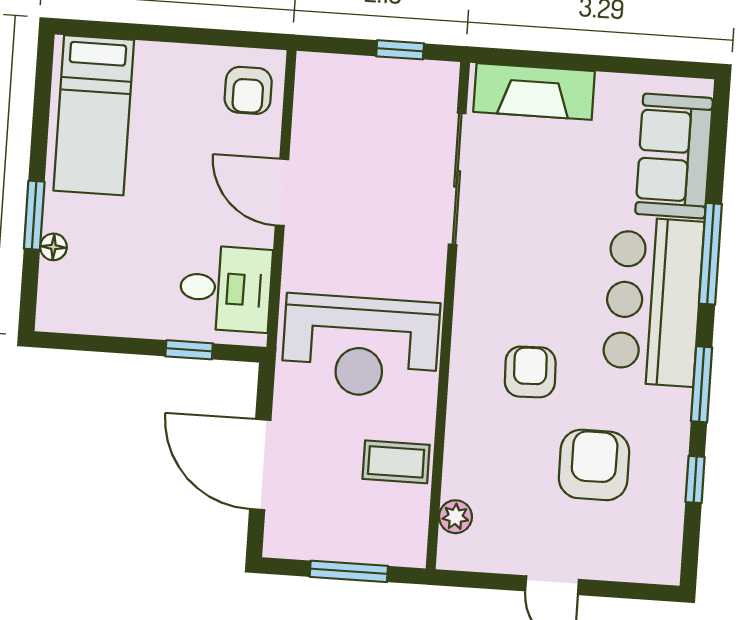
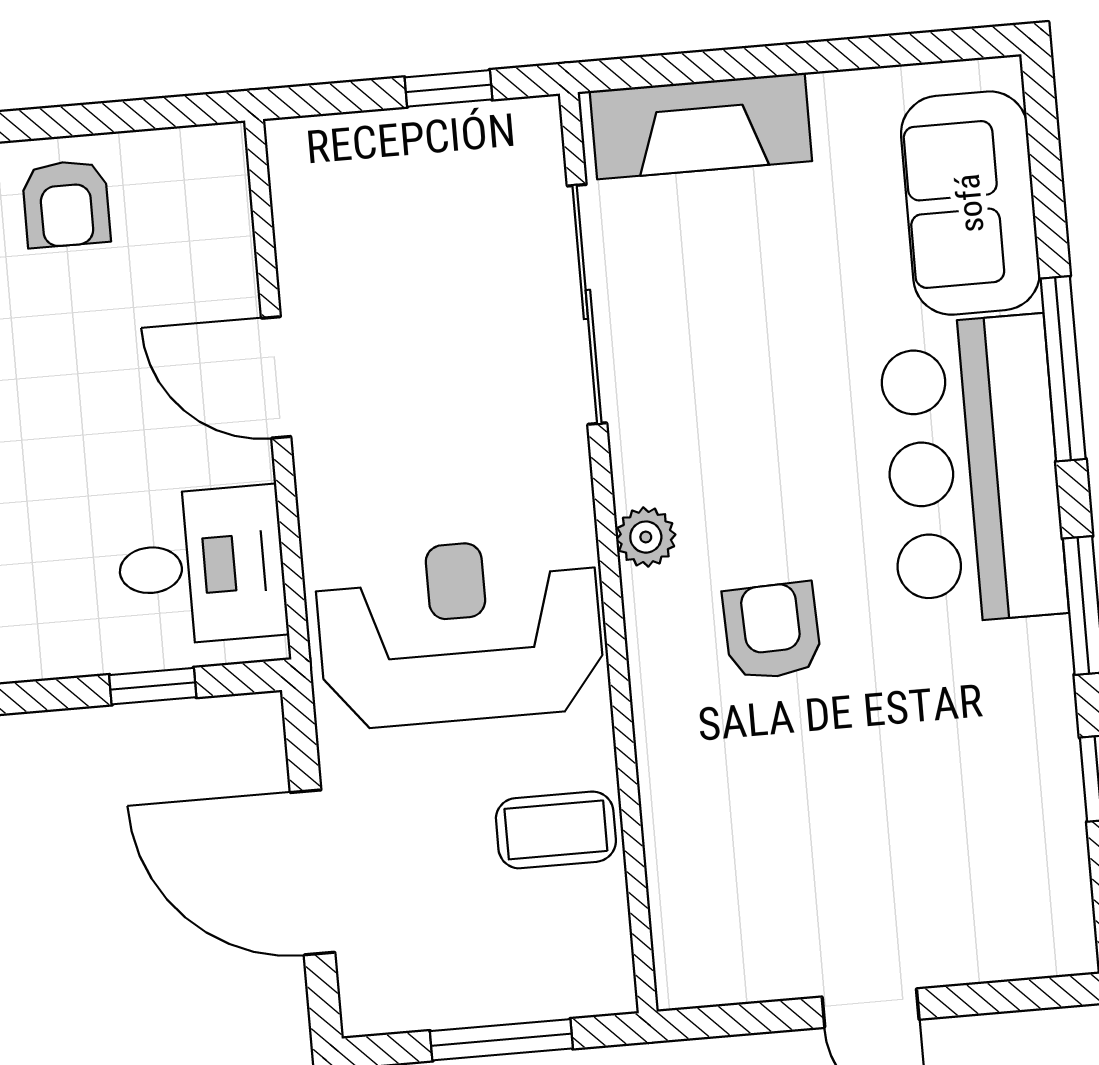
armchair: (248, 90) -> (66, 204), moved
reception desk: (360, 346) -> (460, 632), turned 180
armchair: (594, 465) -> (912, 780), removed
plant: (455, 517) -> (646, 537), moved

